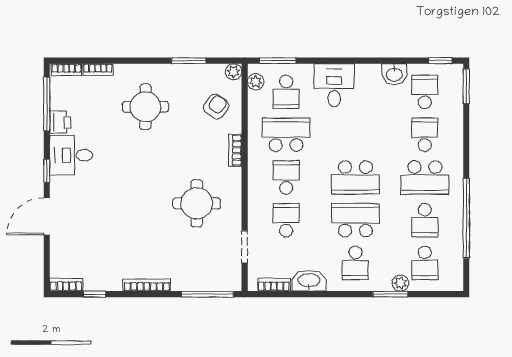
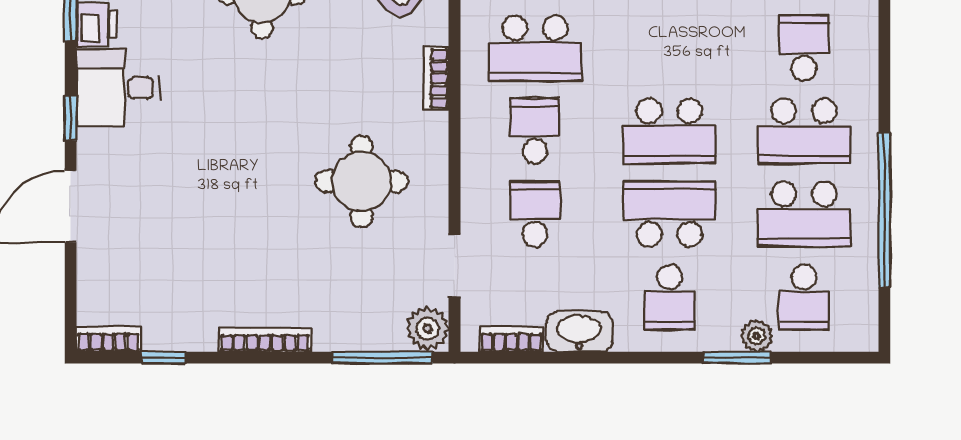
school desk: (286, 135) -> (535, 48), turned 180
school desk: (425, 220) -> (804, 214), width x1.85
plant: (231, 279) -> (428, 328), added

